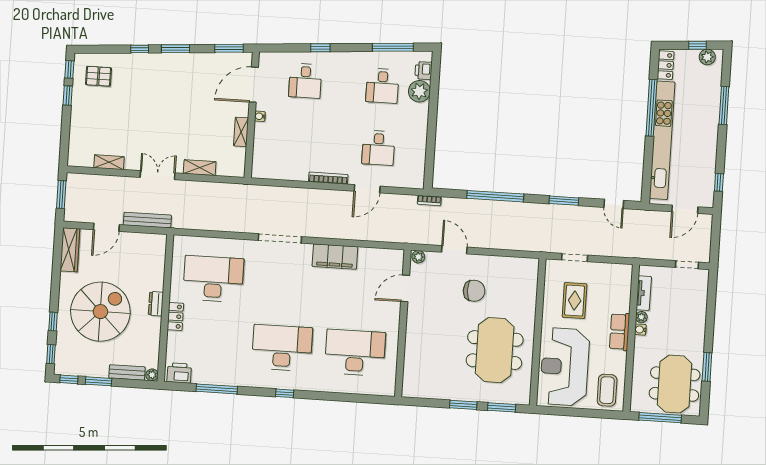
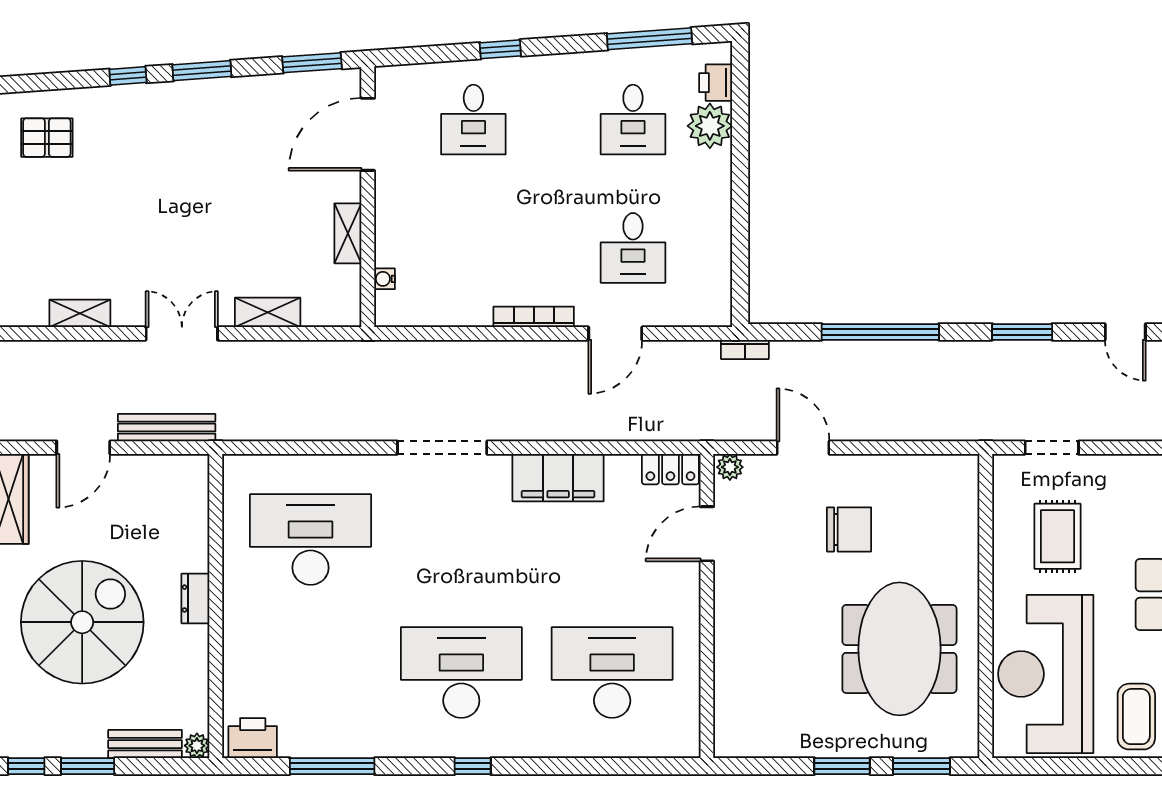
water cooler: (260, 116) -> (385, 279), moved
locker: (175, 316) -> (670, 469), moved, turned 90

